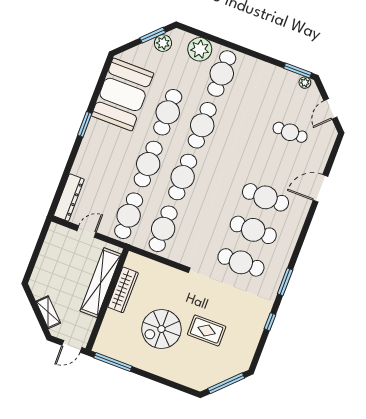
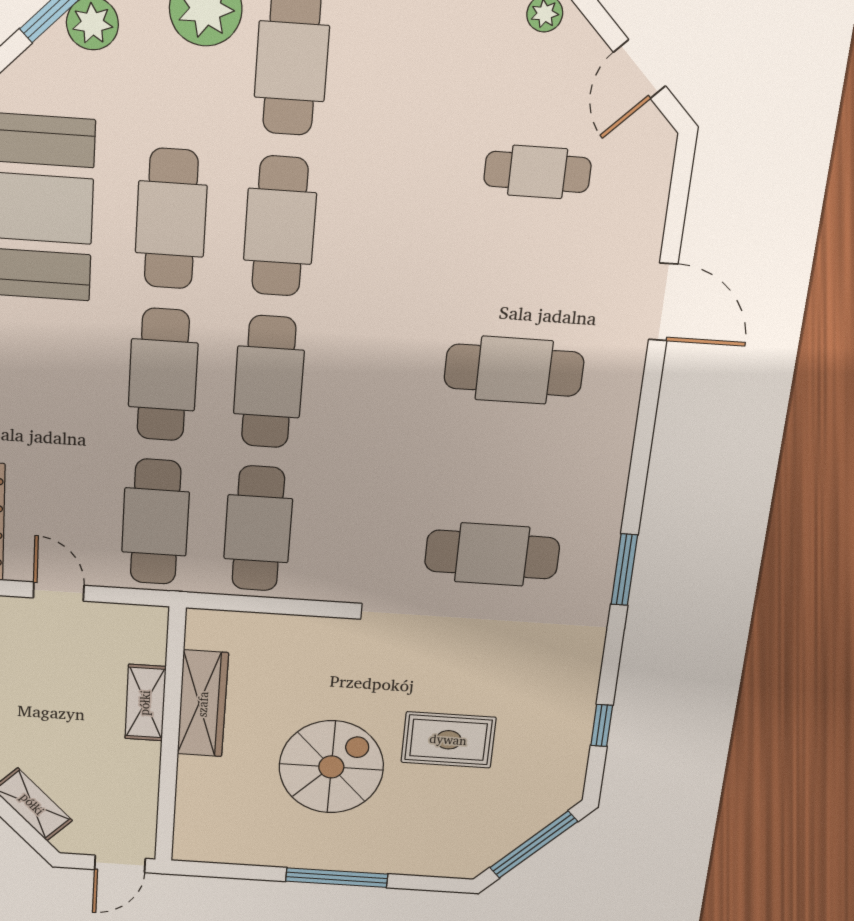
door: (320, 188) -> (663, 302), swing flipped
cafe table: (253, 230) -> (503, 464), removed
door: (86, 232) -> (59, 592), hinge flipped
shelving: (101, 283) -> (145, 703), width x0.45, depth x0.75
window: (270, 322) -> (602, 725), moved
spiral stairs: (161, 329) -> (331, 767), turned 180
window: (113, 362) -> (337, 878), moved

